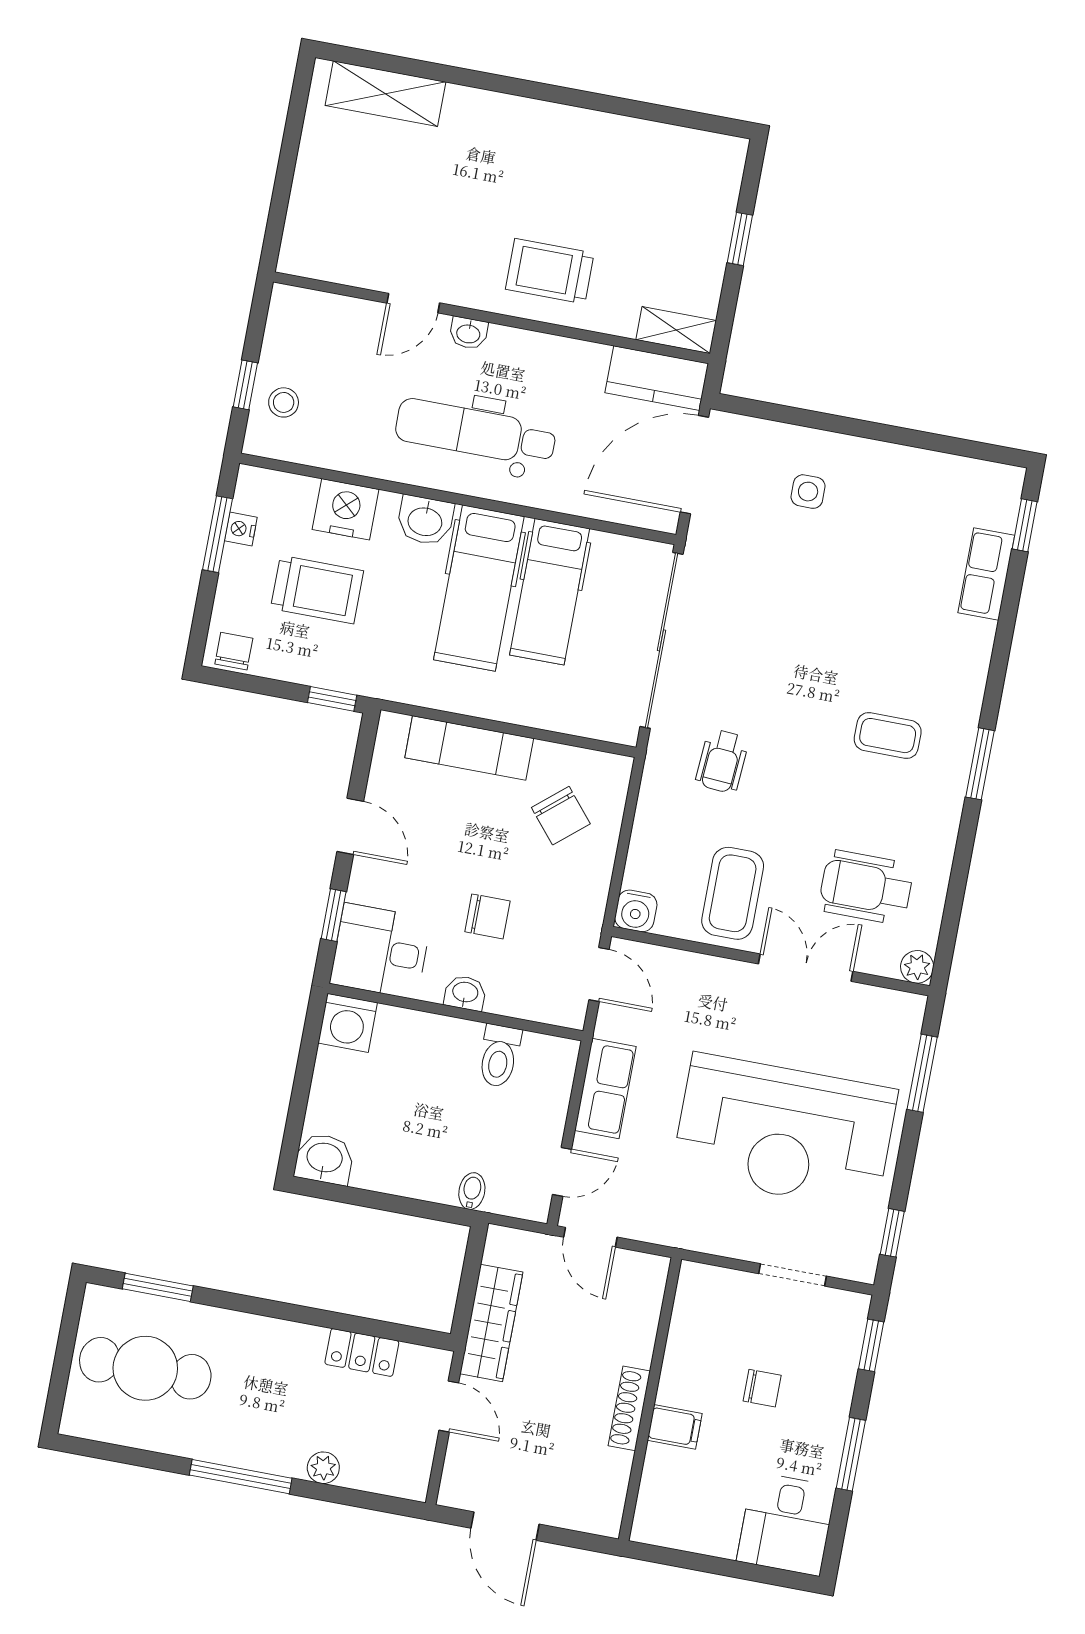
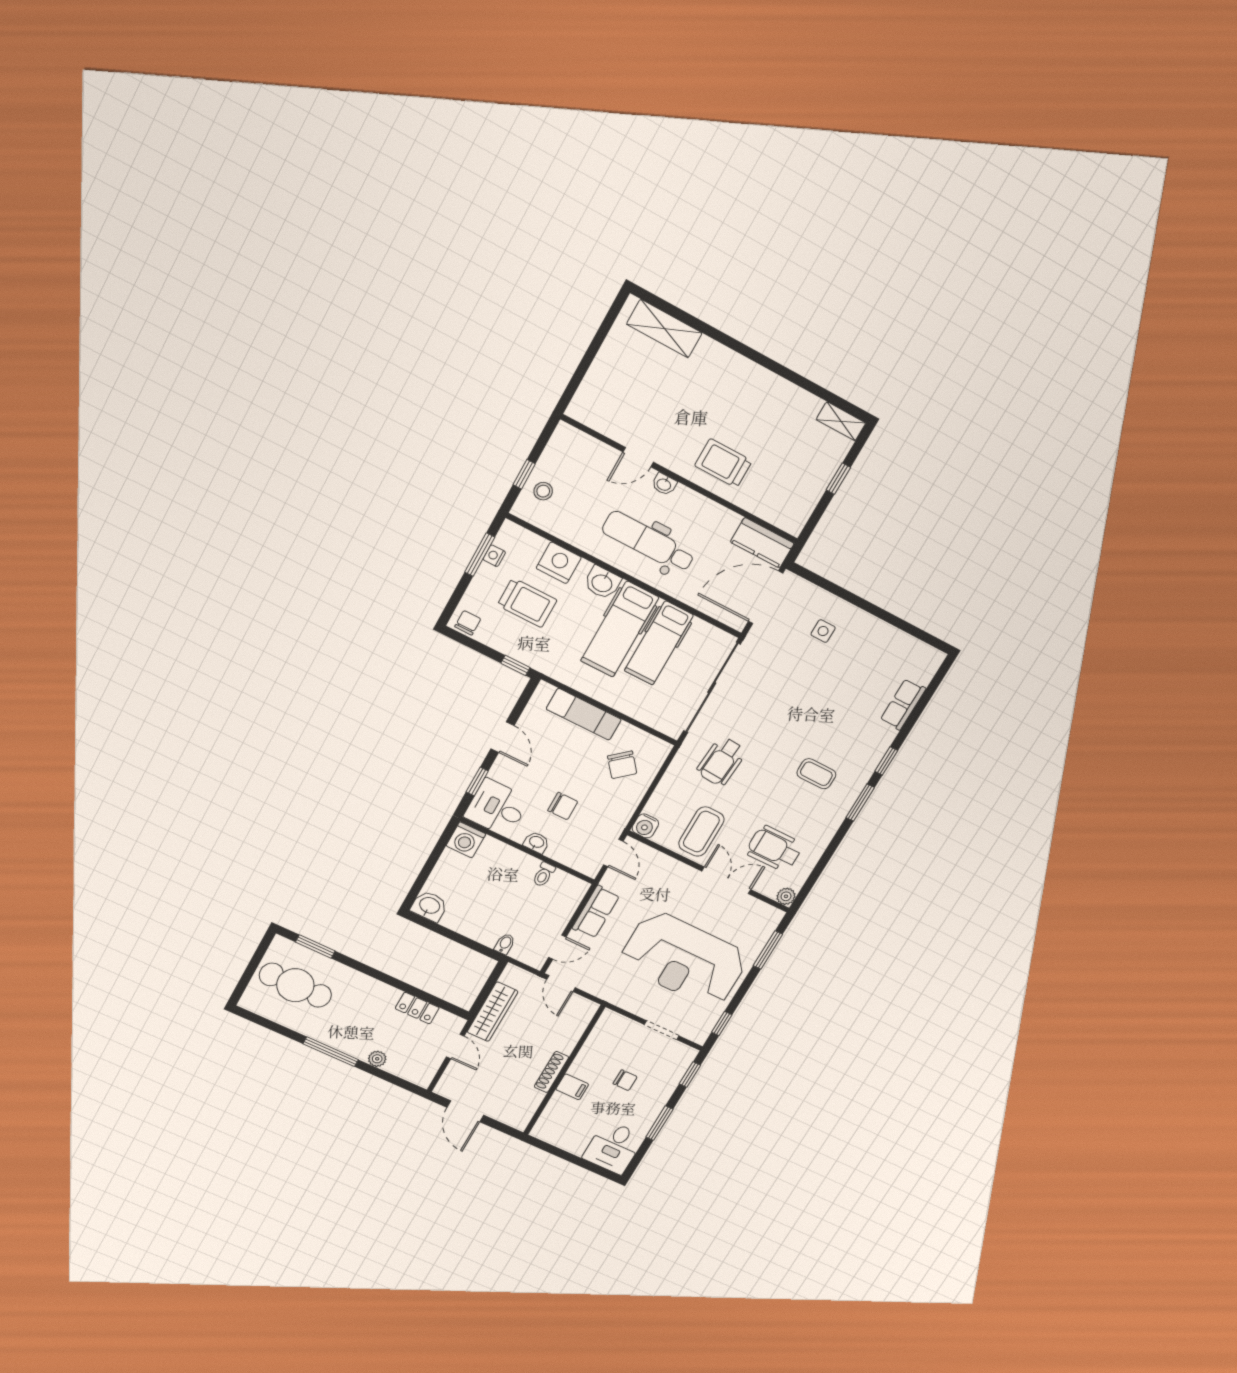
shelving: (676, 330) -> (841, 421), moved
window: (1025, 525) -> (886, 761), moved
wheelchair: (722, 761) -> (721, 761), width x1.36, depth x1.37
toilet: (499, 1056) -> (544, 875), width x0.73, depth x0.72

